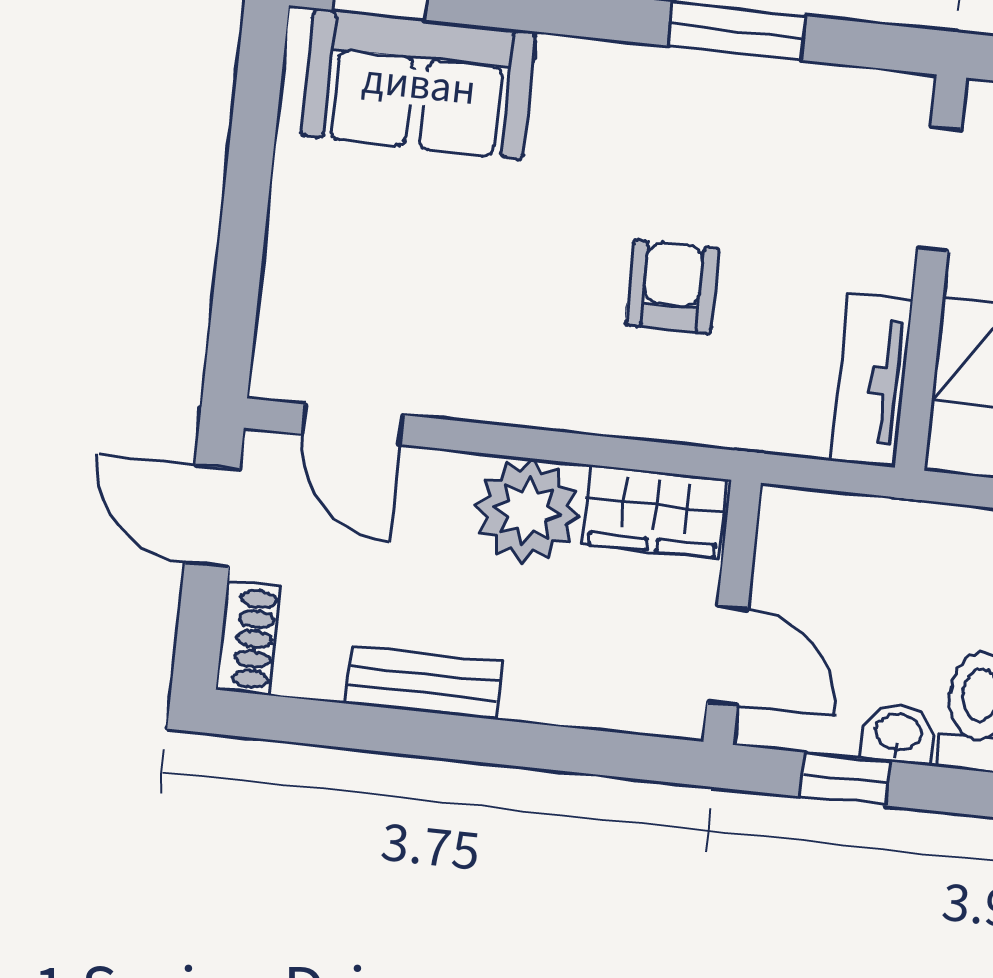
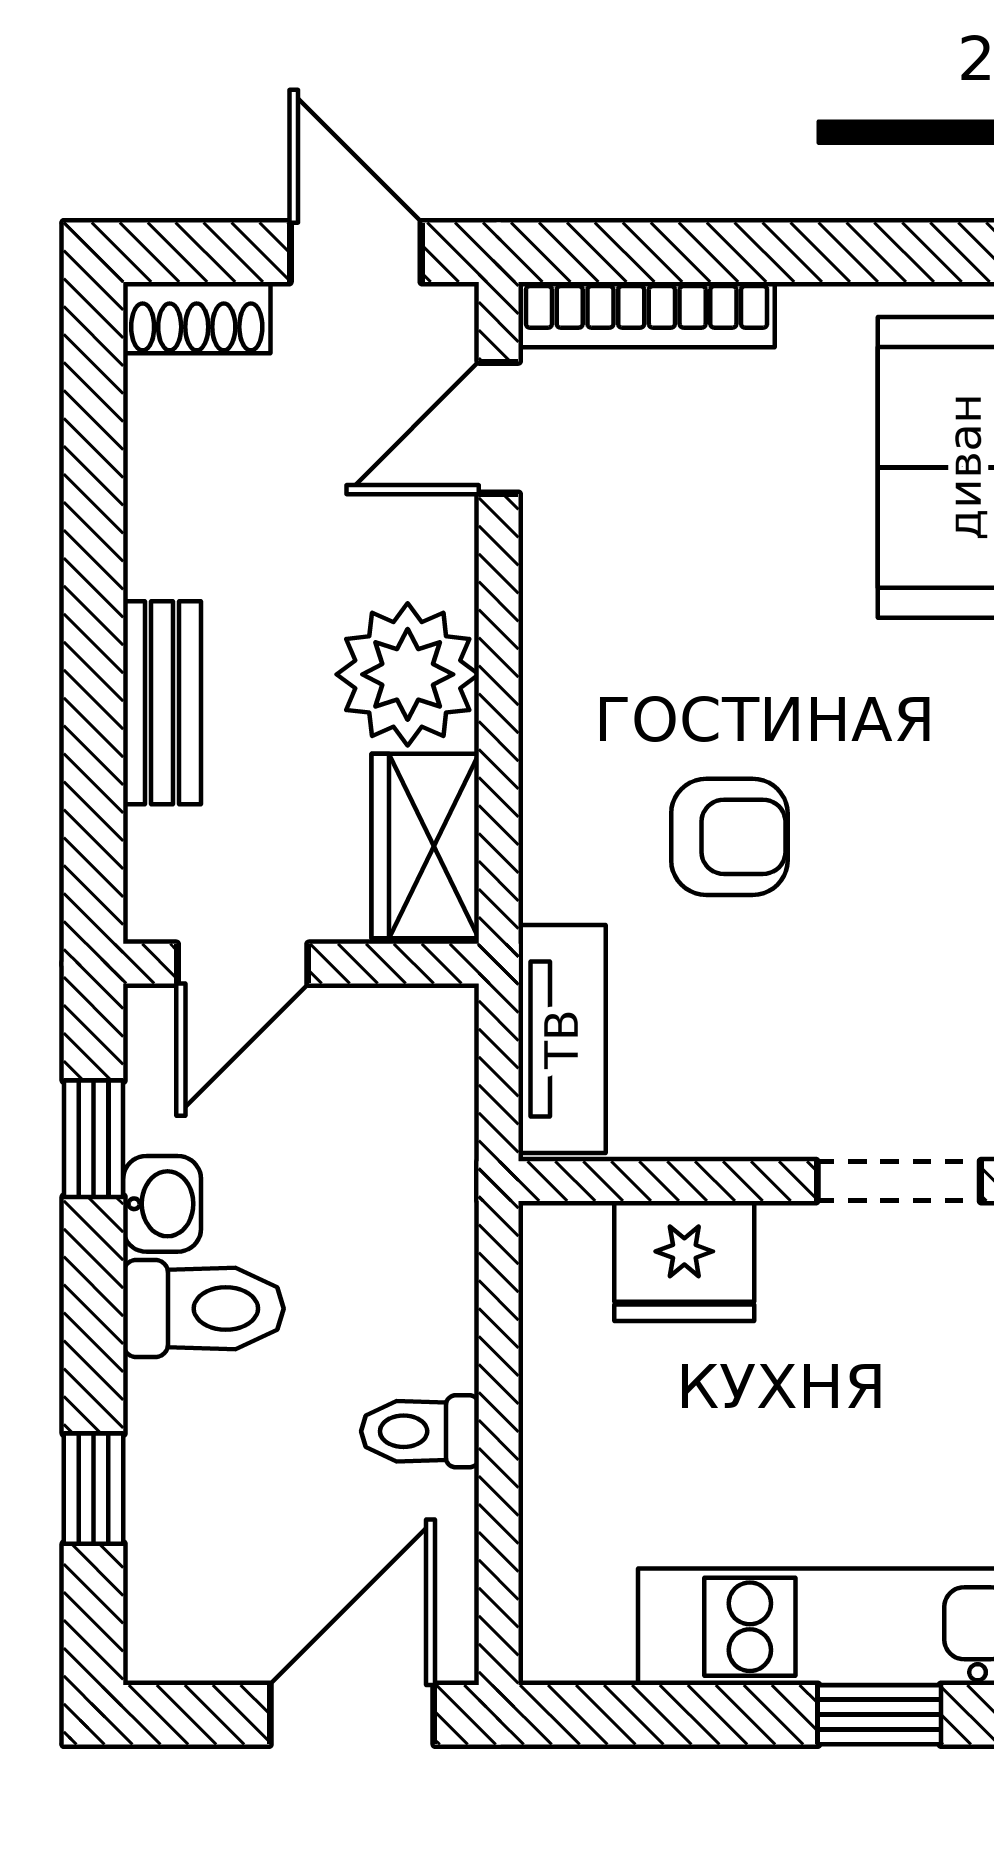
bookcase: (281, 307) -> (647, 315), added
tv unit: (872, 380) -> (562, 1039), moved, turned 90
door: (212, 516) -> (356, 252), hinge flipped
bench: (424, 683) -> (162, 703), moved

